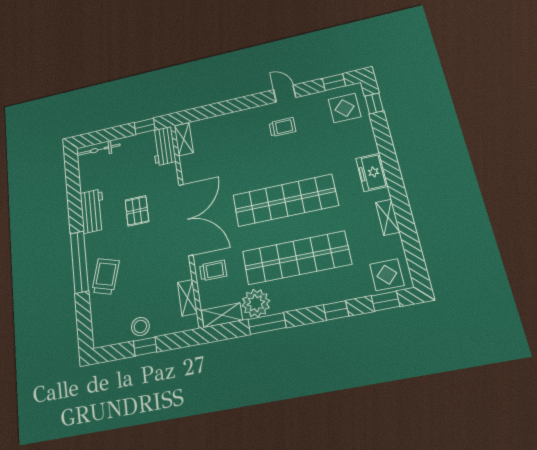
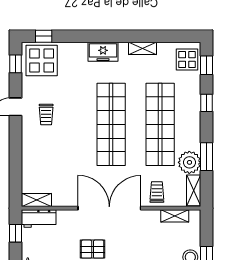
display table: (345, 108) -> (42, 61), width x1.36, depth x1.36
trolley: (282, 127) -> (46, 115), turned 180

